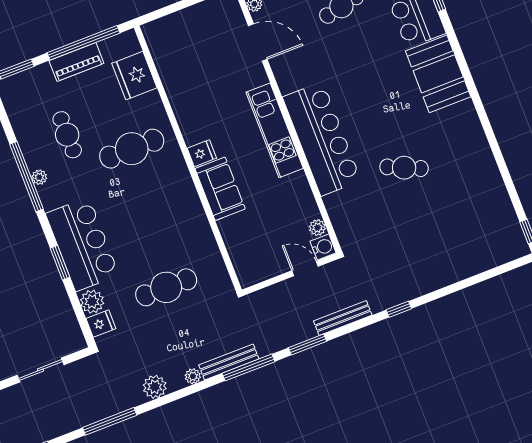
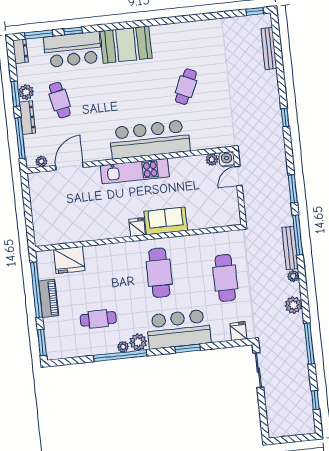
cafe table: (132, 149) -> (159, 273), moved
plant: (92, 302) -> (138, 342), moved
bench: (343, 318) -> (269, 48), moved
sliding door: (41, 370) -> (258, 370), moved

